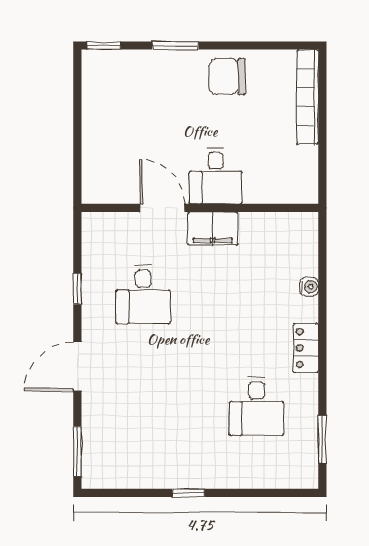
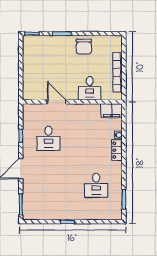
chair: (227, 77) -> (84, 47), turned -90
bookcase: (308, 97) -> (118, 72), moved
desk: (216, 176) -> (90, 88), moved
filing cabinet: (213, 229) -> (112, 111), moved
locker: (306, 348) -> (117, 150), moved

